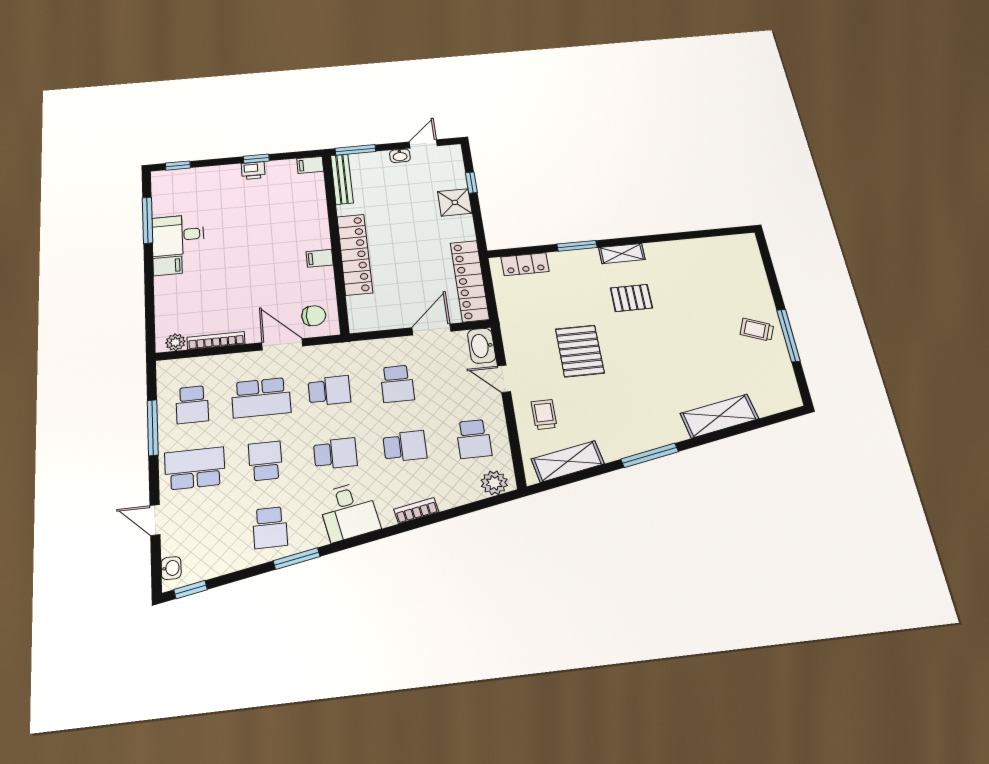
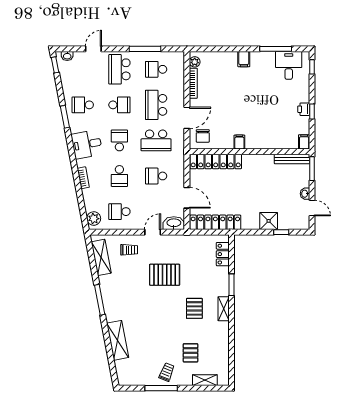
desk: (178, 235) -> (289, 65), moved
locker: (355, 254) -> (216, 161), moved
shelving: (755, 269) -> (205, 380), added
pallet: (712, 296) -> (191, 353), added
school desk: (329, 391) -> (156, 140), width x1.85
school desk: (335, 454) -> (119, 140), turned 180
school desk: (195, 468) -> (119, 69), turned 180

